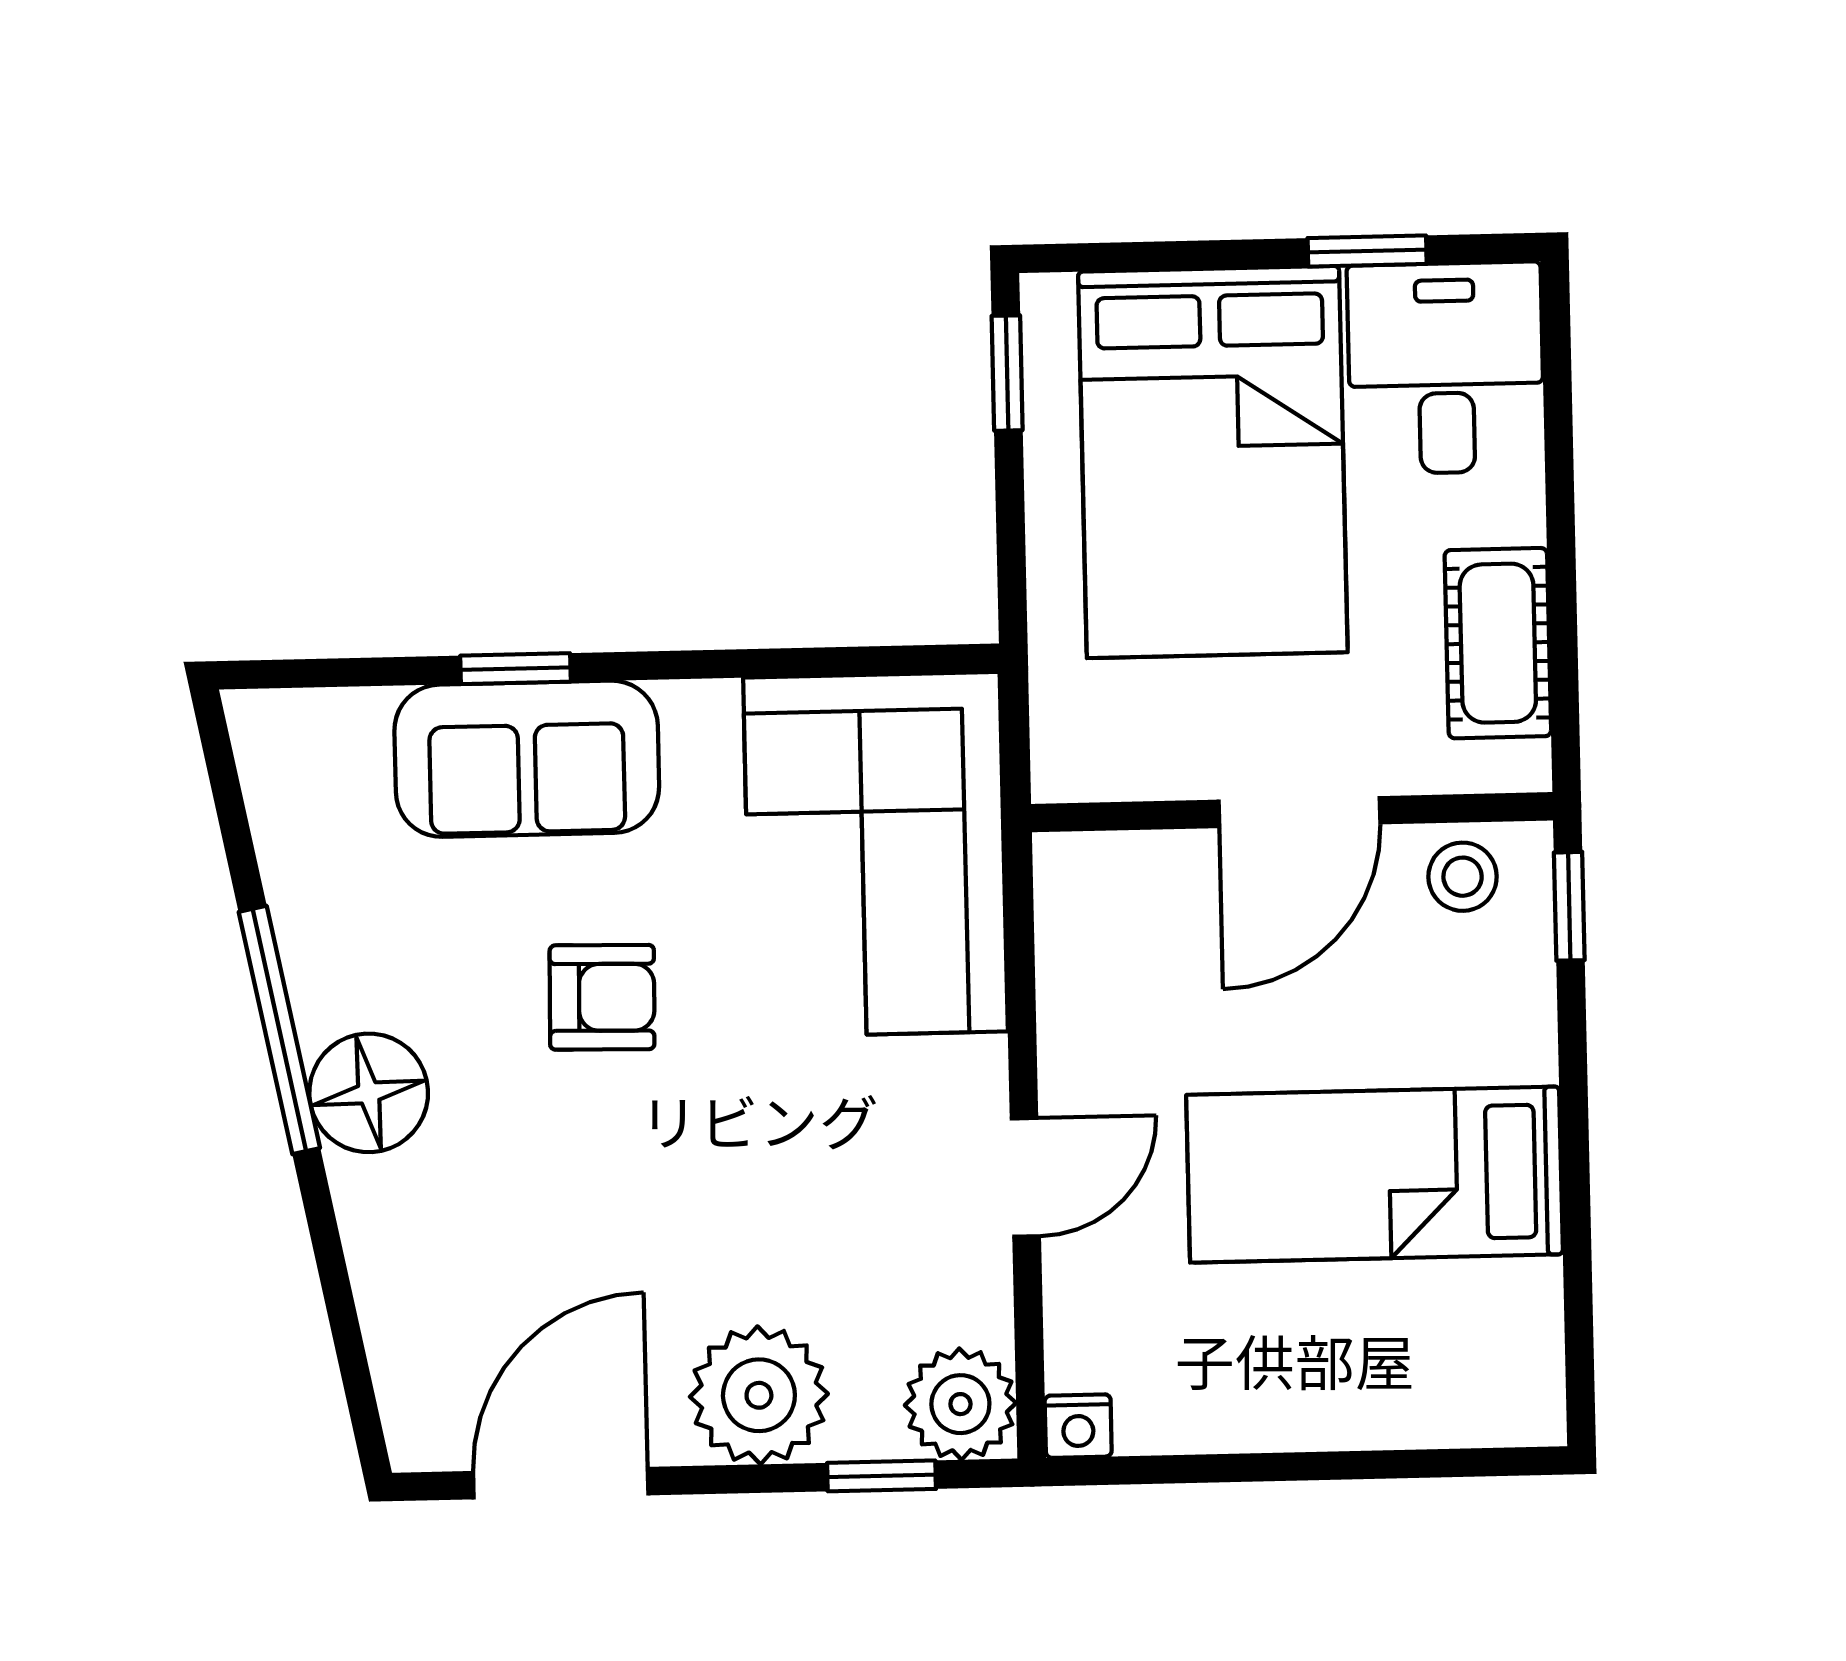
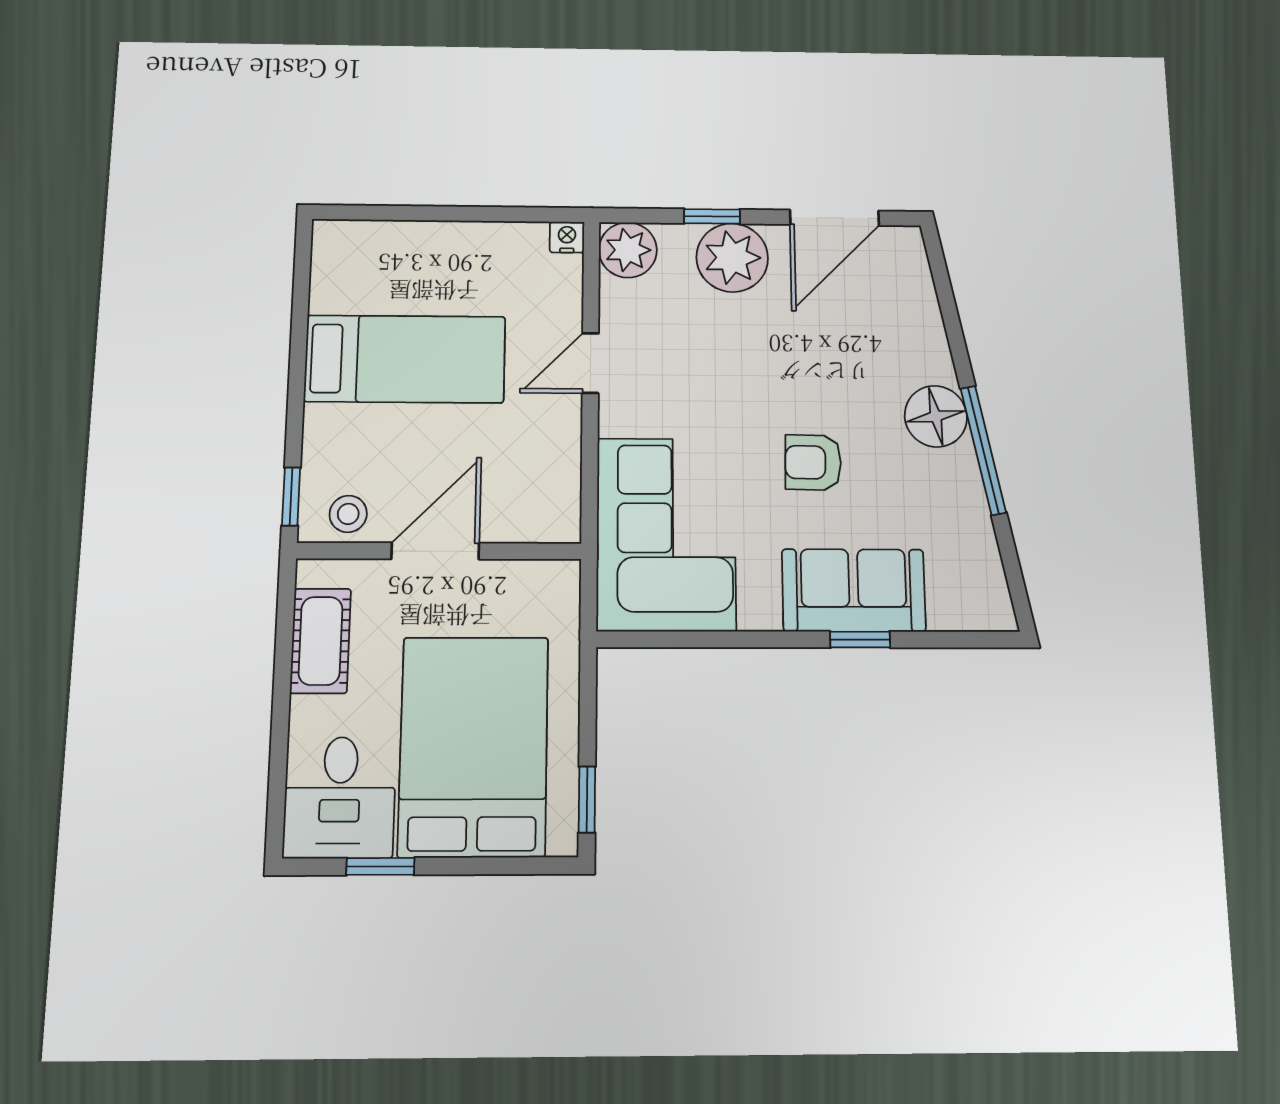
window: (882, 1476) -> (712, 216), moved

